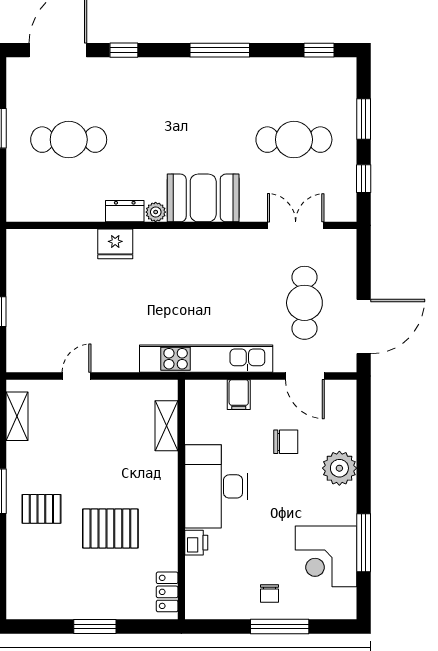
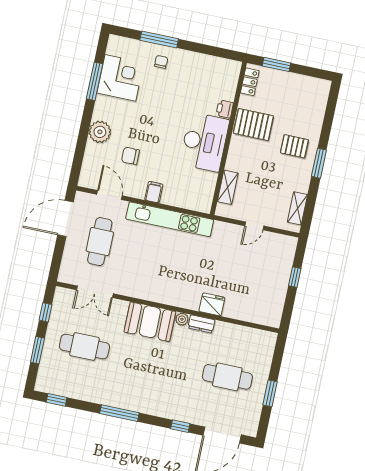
shelving: (166, 426) -> (228, 187), moved
desk: (216, 486) -> (204, 142), moved
wall: (181, 499) -> (228, 138), moved
printer: (196, 543) -> (225, 109), moved
locker: (167, 592) -> (250, 82), moved

